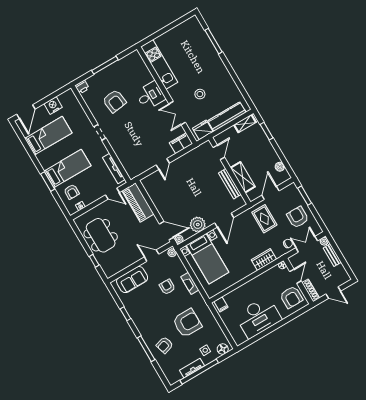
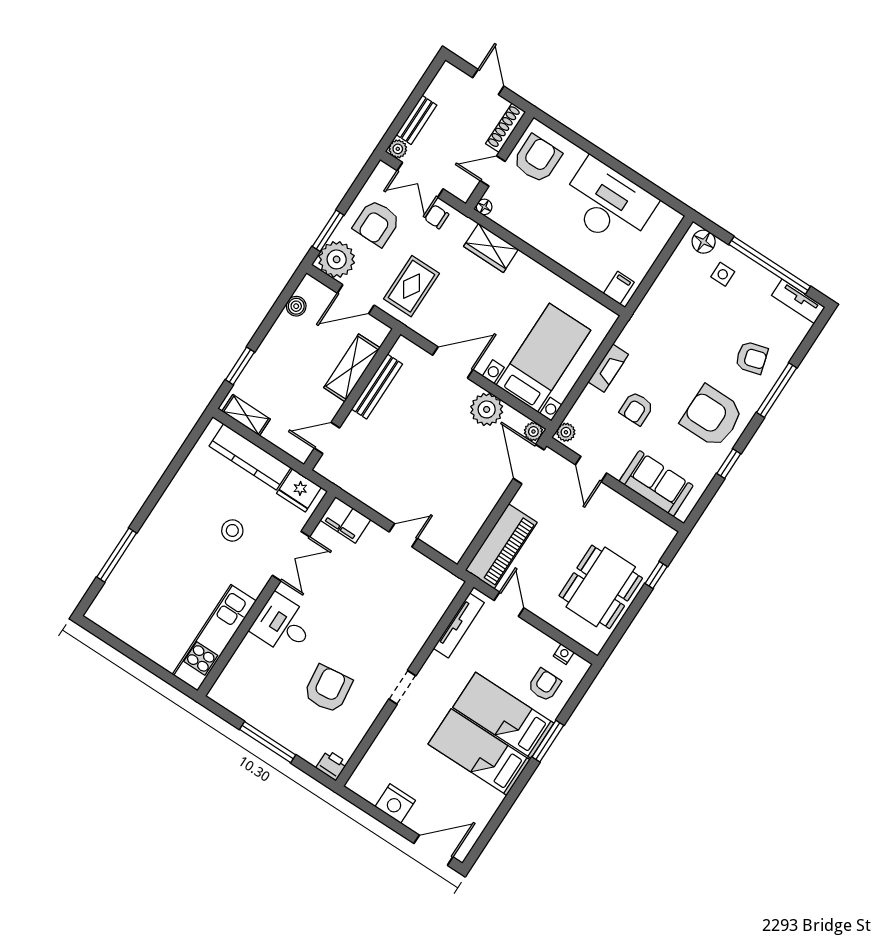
bed: (48, 136) -> (479, 752), moved
plant: (291, 193) -> (337, 259), added
armchair: (187, 323) -> (712, 416), moved
tv unit: (192, 368) -> (798, 301), moved

